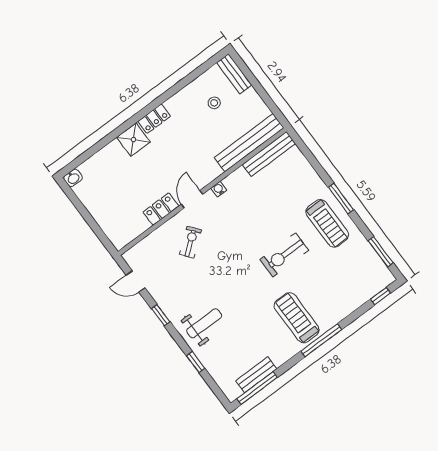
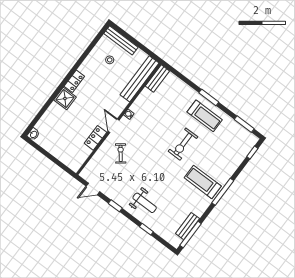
bench: (234, 74) -> (121, 40), width x1.36
bench: (269, 154) -> (157, 78), width x0.73
weight bench: (204, 323) -> (145, 203), turned 90

